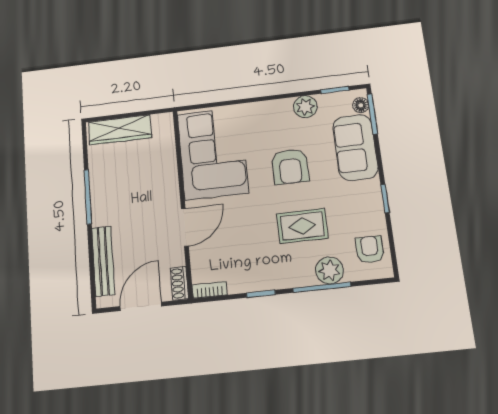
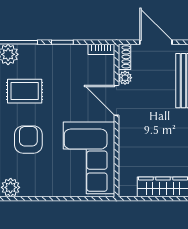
door: (185, 227) -> (116, 100), hinge flipped
plant: (177, 257) -> (125, 78), added
door: (141, 306) -> (156, 42), swing flipped

